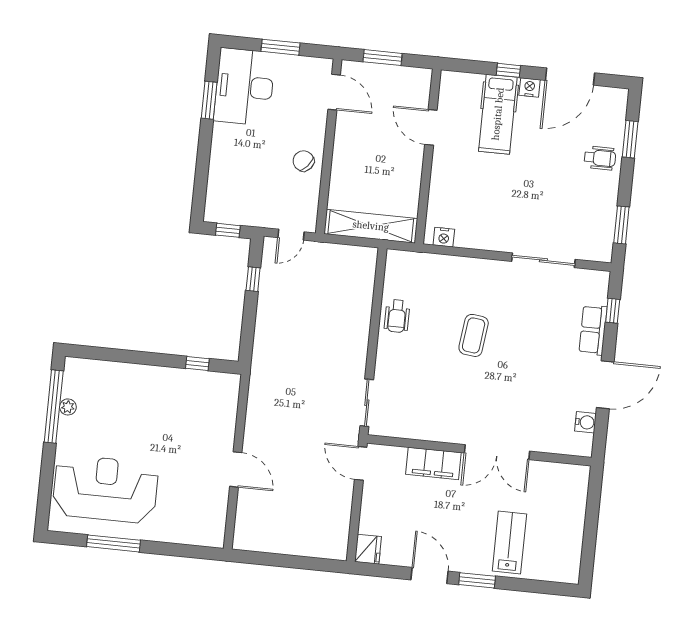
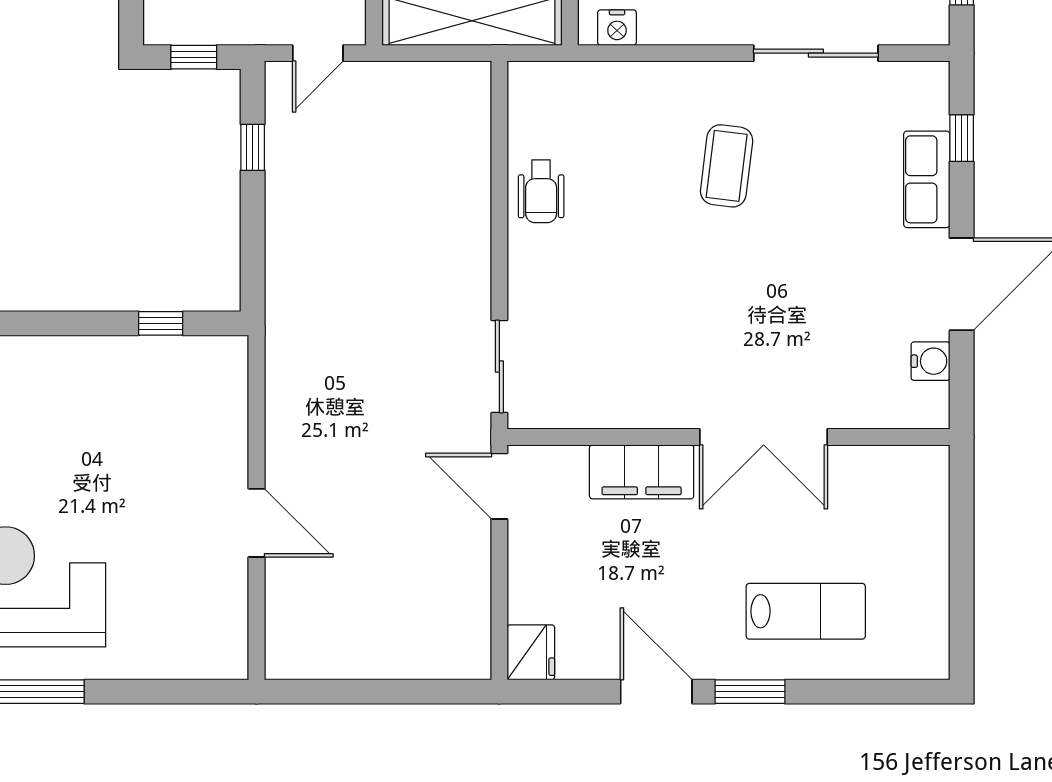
coffee table: (474, 335) -> (727, 166), moved
lab bench: (509, 543) -> (806, 611), turned 90

